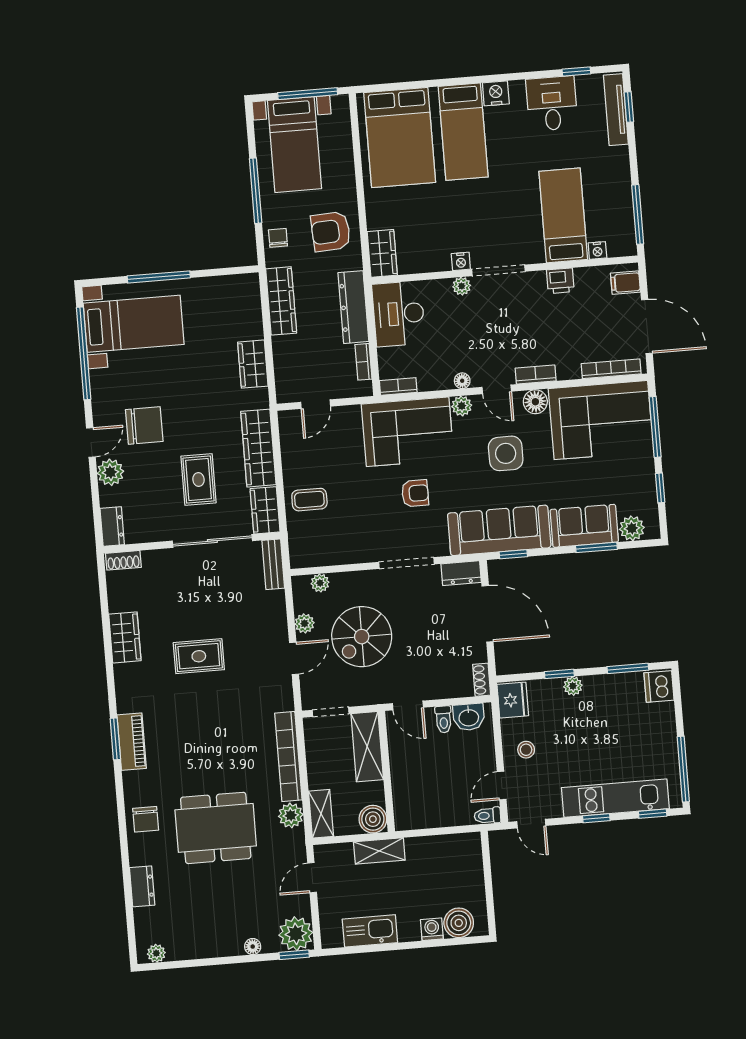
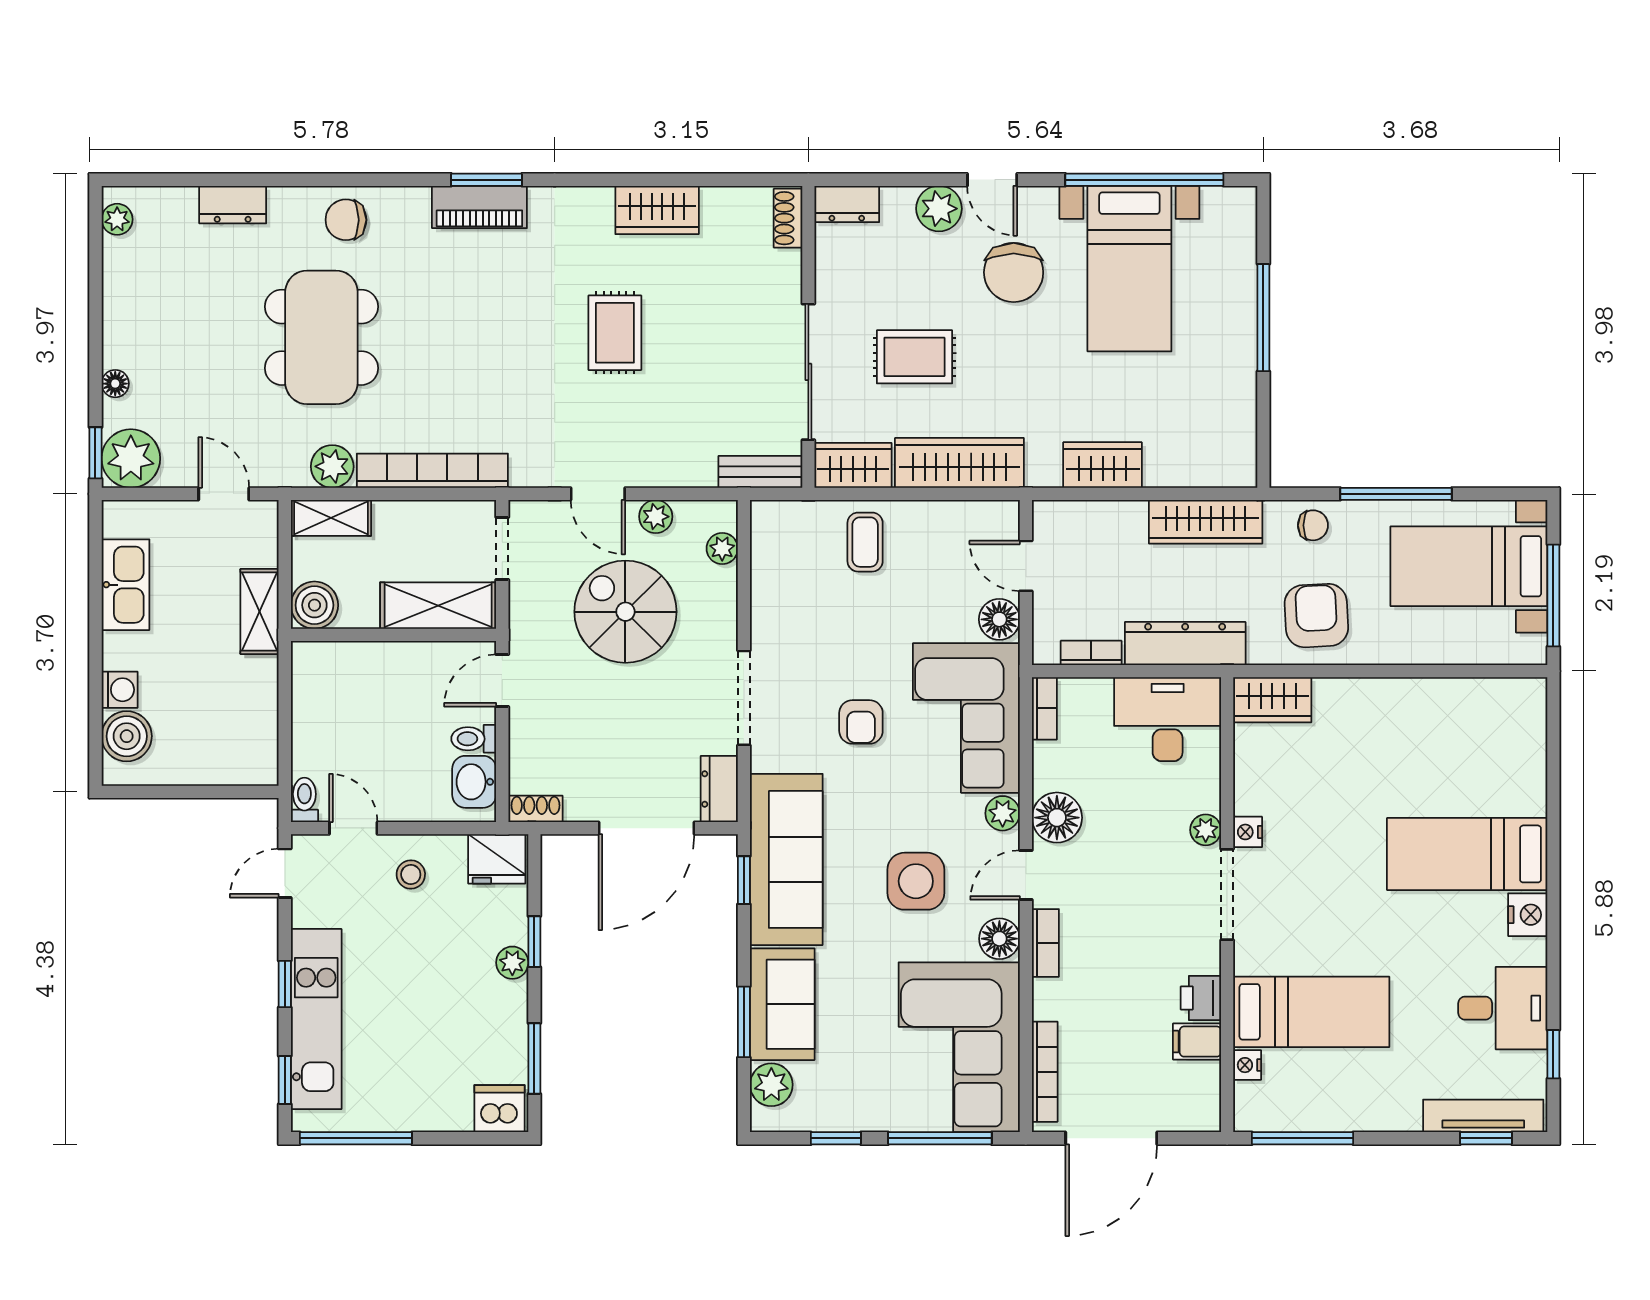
bed: (400, 137) -> (1466, 746), removed
filing cabinet: (625, 283) -> (1197, 1042), moved, turned -90
bed with nightstands: (134, 324) -> (1129, 269), moved
floor lamp: (462, 381) -> (1057, 818), width x1.89, depth x1.89
floor lamp: (348, 417) -> (999, 619), added

